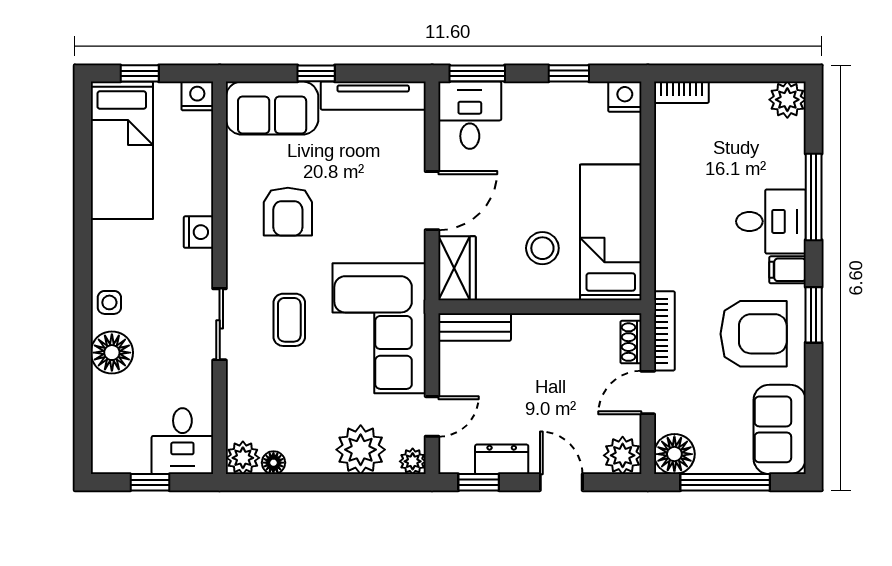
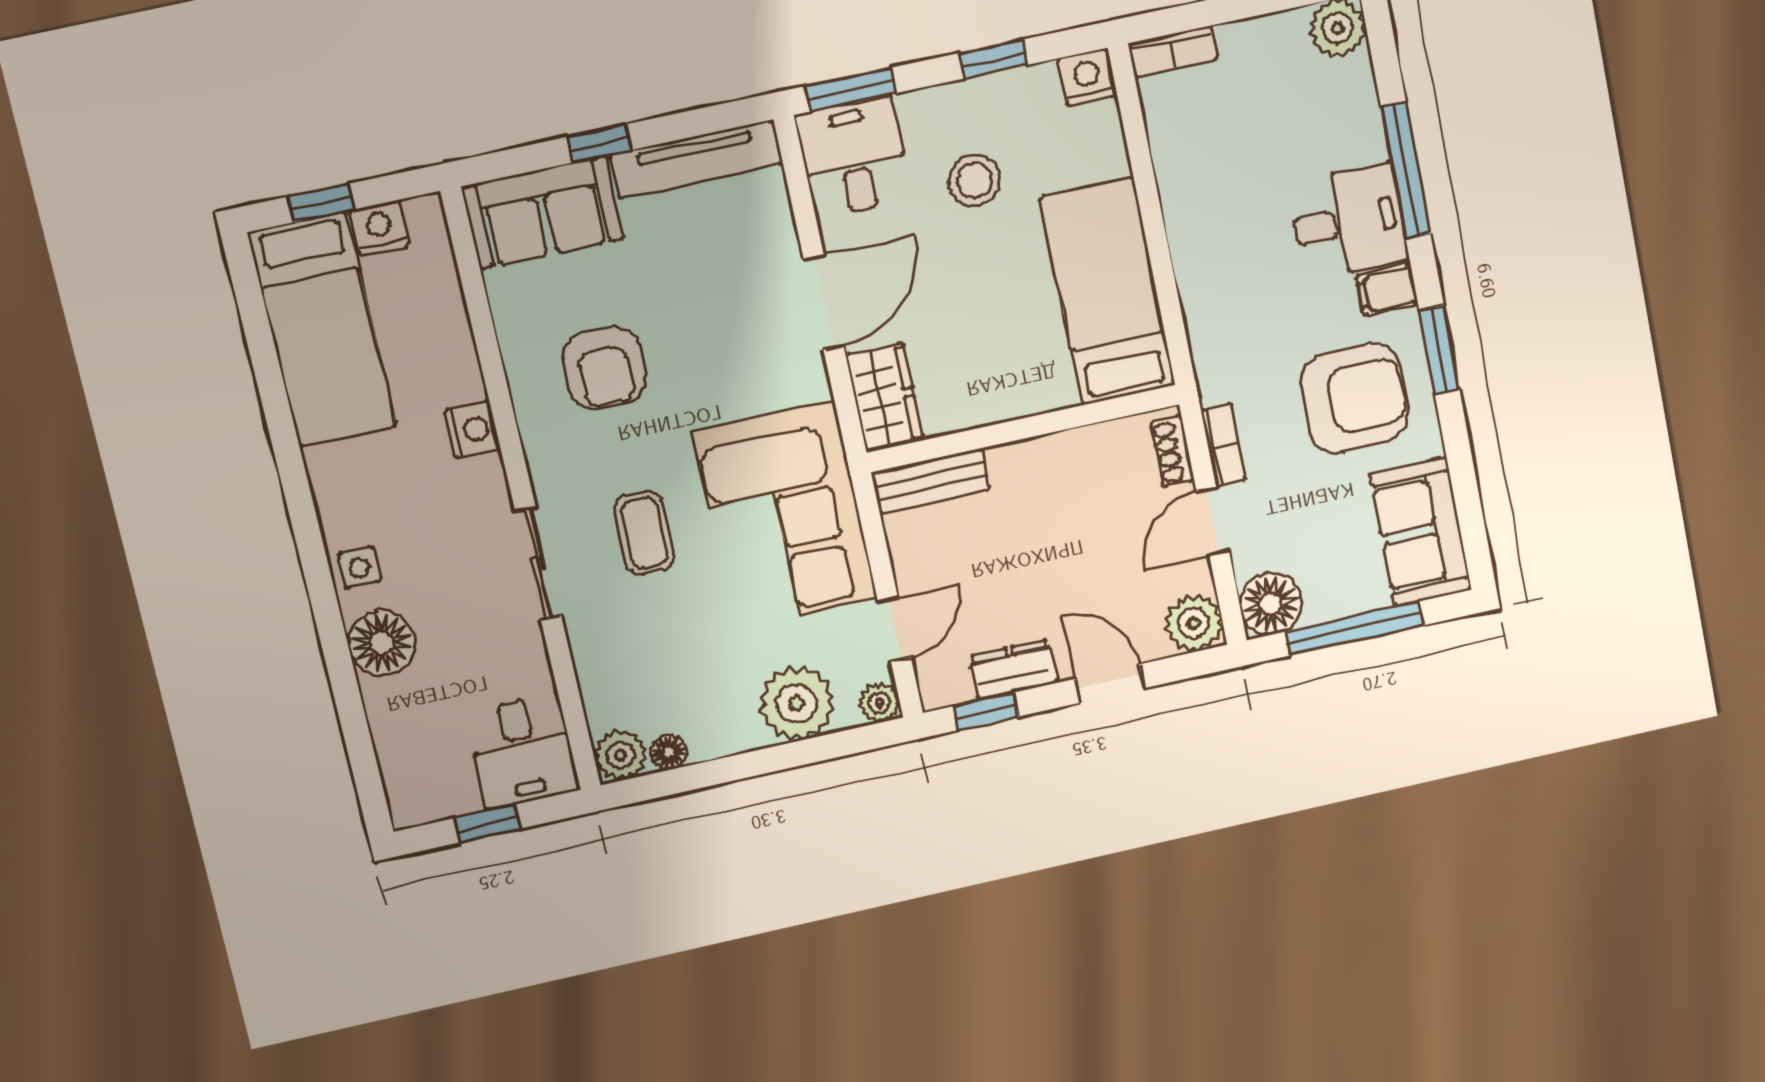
nightstand: (197, 96) -> (379, 228), moved
stool: (542, 248) -> (974, 180), moved
bookcase: (664, 331) -> (1224, 445), width x0.64

